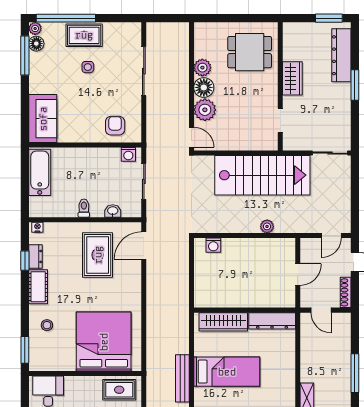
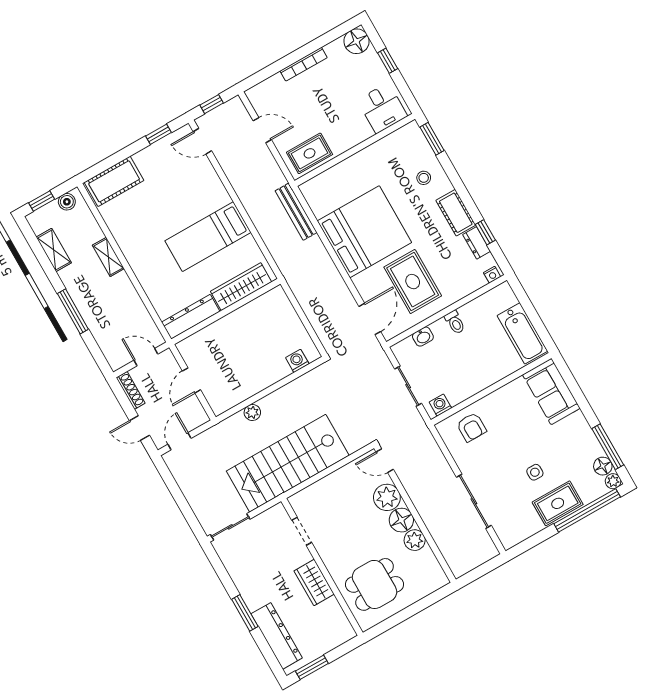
bed: (104, 342) -> (364, 232), moved, turned -90
bench: (182, 378) -> (296, 212), moved

